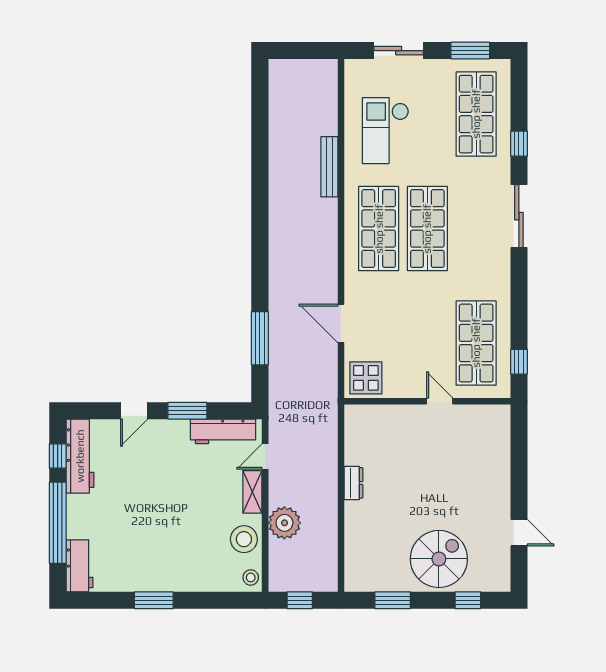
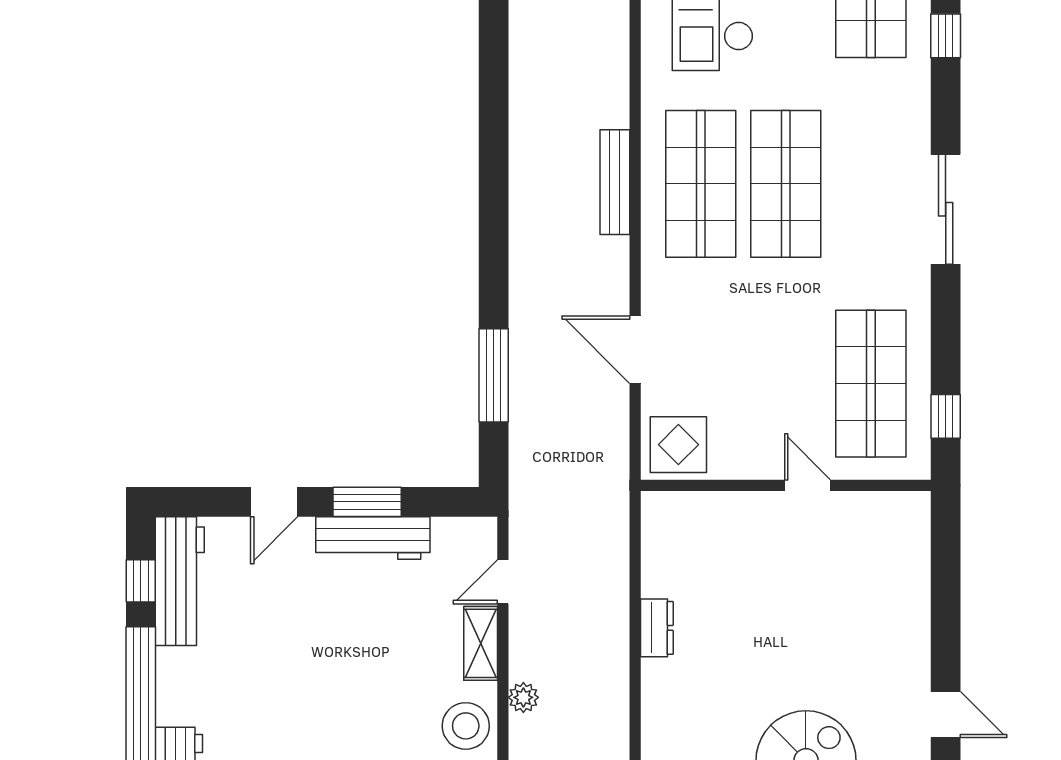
bench: (329, 167) -> (615, 182), moved
sliding door: (519, 216) -> (946, 209), moved
workbench: (223, 431) -> (373, 538), moved
plant: (284, 523) -> (523, 697), width x0.53, depth x0.53

